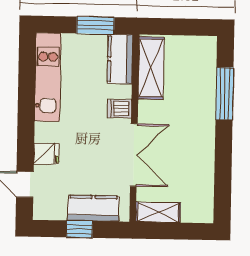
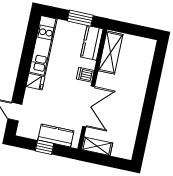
window: (224, 94) -> (155, 78), removed
fridge: (46, 154) -> (35, 82), moved

